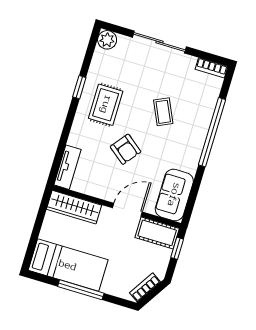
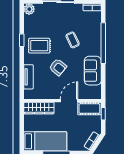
rug: (106, 105) -> (39, 46), turned 90
tv unit: (67, 167) -> (28, 77), moved
sofa: (174, 195) -> (93, 71), moved

